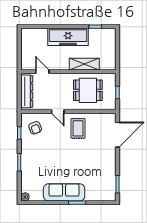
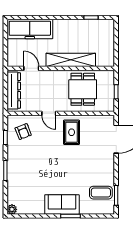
freezer: (68, 37) -> (30, 29), moved
shelving: (84, 64) -> (71, 60), width x1.47
dining table: (88, 90) -> (83, 89), turned 90
coffee table: (104, 182) -> (101, 193), added
sofa: (64, 192) -> (62, 204), width x0.73

